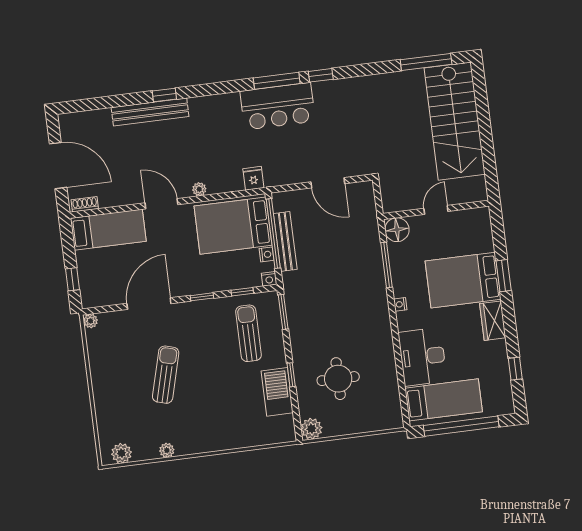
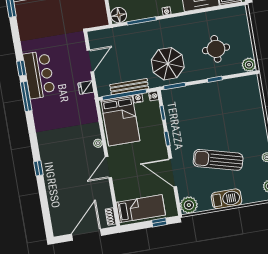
bar counter: (278, 106) -> (39, 75), moved
bench: (150, 112) -> (50, 177), removed
fridge: (253, 178) -> (86, 88), moved
bed: (108, 230) -> (141, 209), moved, turned 90
parasol: (318, 303) -> (168, 64), added
plant: (90, 321) -> (189, 205), width x1.87, depth x1.87
sun lounger: (248, 333) -> (189, 108), removed
sun lounger: (166, 375) -> (218, 160), width x1.36, depth x1.34
barbecue: (277, 392) -> (226, 199), moved, turned 180

